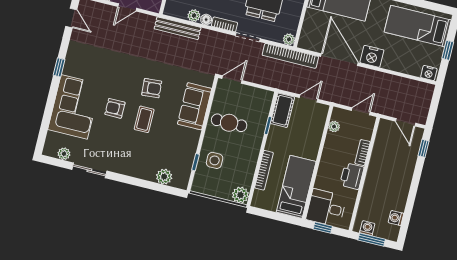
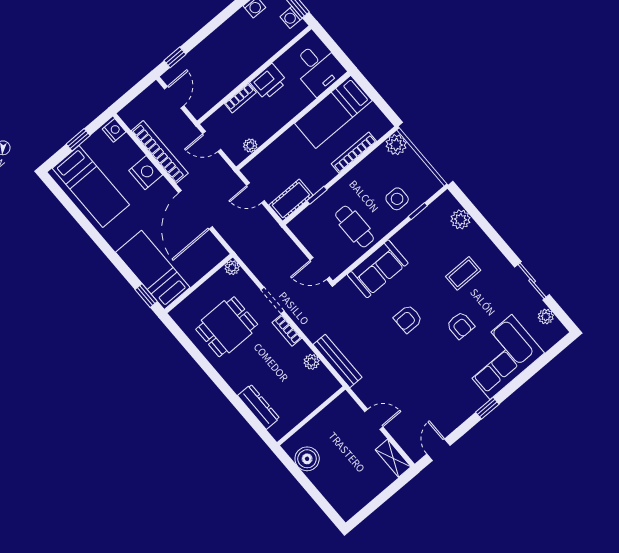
floor lamp: (206, 20) -> (302, 349), removed
bookcase: (290, 56) -> (160, 152), moved
nightstand: (372, 56) -> (146, 173), moved
armchair: (152, 88) -> (408, 319), turned -86
coffee table: (144, 119) -> (463, 273), moved
window: (323, 228) -> (336, 51), removed

